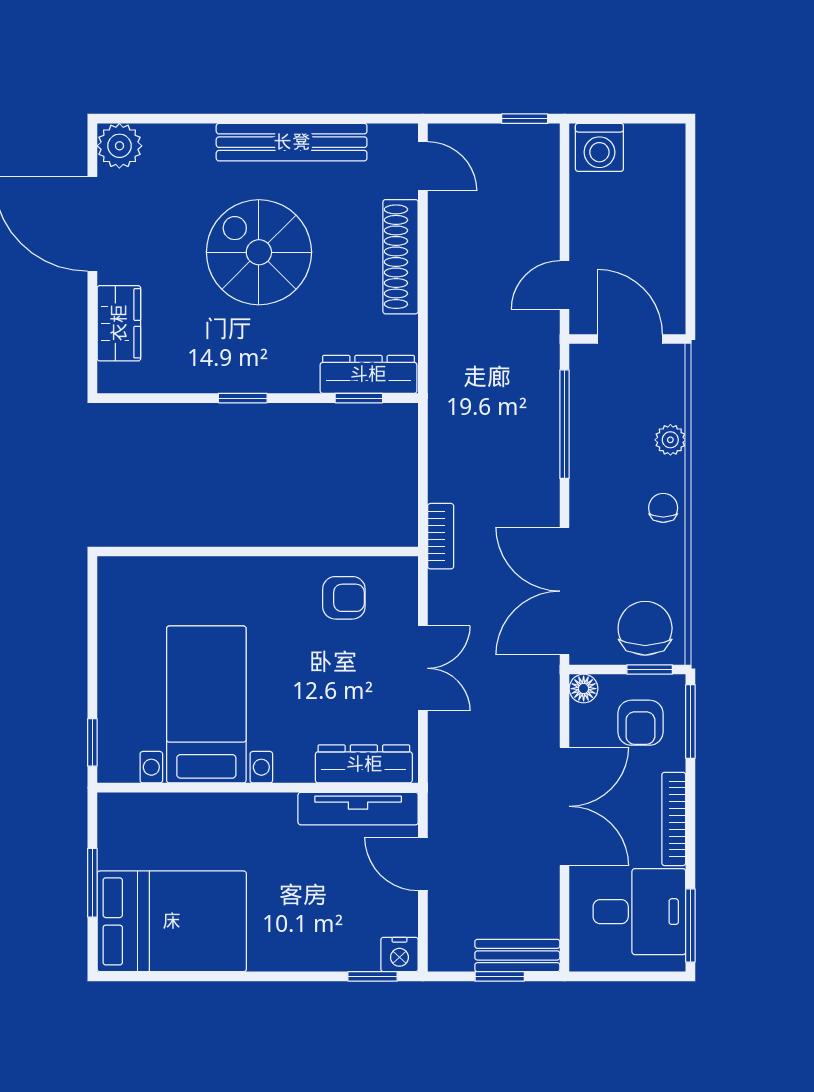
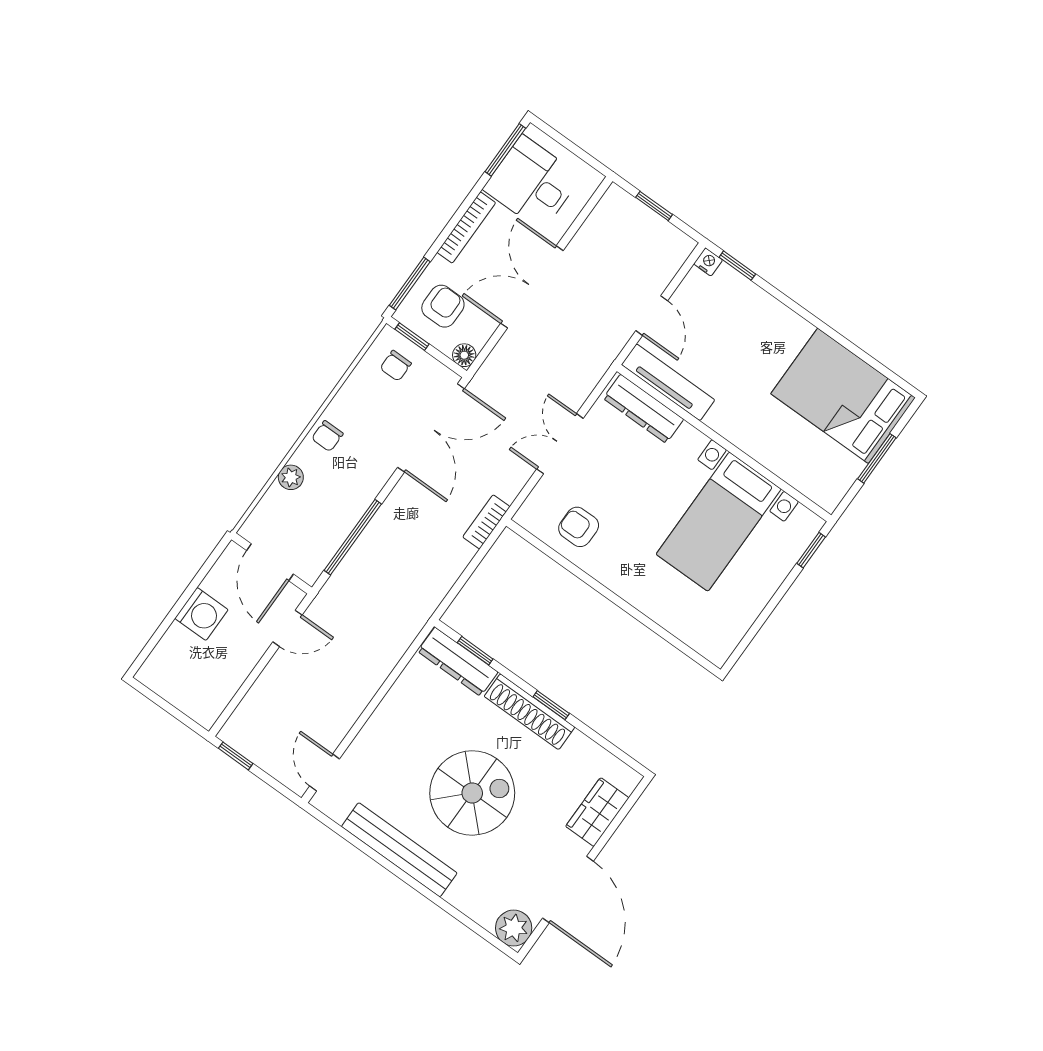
washing machine: (599, 147) -> (201, 614), moved, turned 90
spiral stairs: (259, 252) -> (472, 793), turned -90
shoe rack: (401, 257) -> (529, 712), moved, turned 90
chair: (645, 628) -> (396, 366), width x0.54, depth x0.54
nightstand: (399, 955) -> (708, 262), width x0.72, depth x0.74
bench: (517, 955) -> (633, 211), removed

